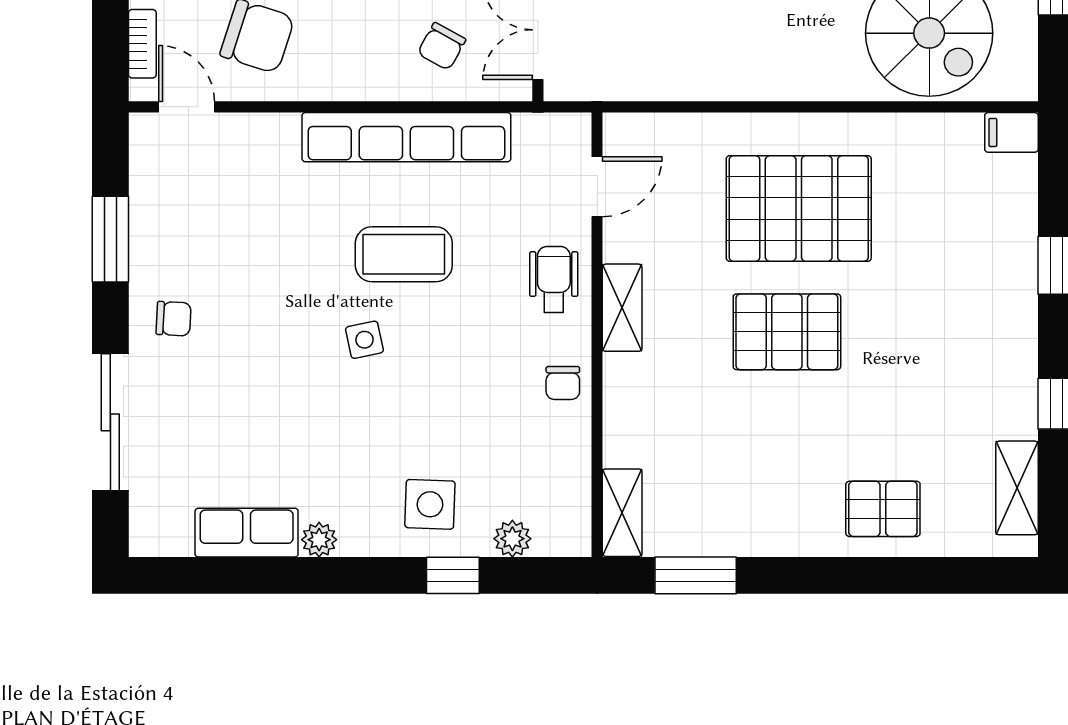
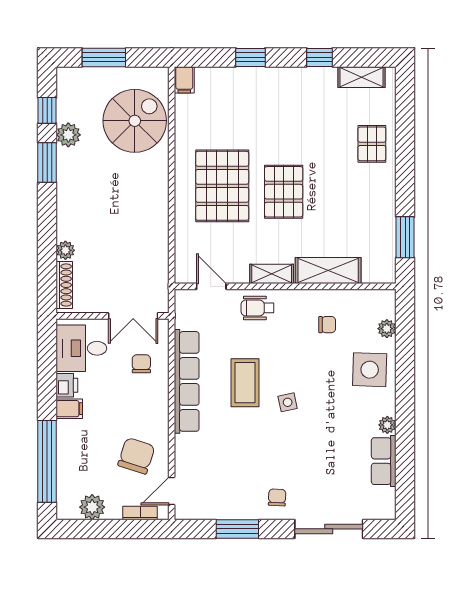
chair: (442, 46) -> (141, 364), turned -119
chair: (563, 383) -> (327, 325), moved
side table: (430, 504) -> (370, 370), width x1.37, depth x1.37
shelving: (622, 513) -> (328, 271), moved, width x1.50, depth x1.33
window: (453, 575) -> (405, 358), removed

